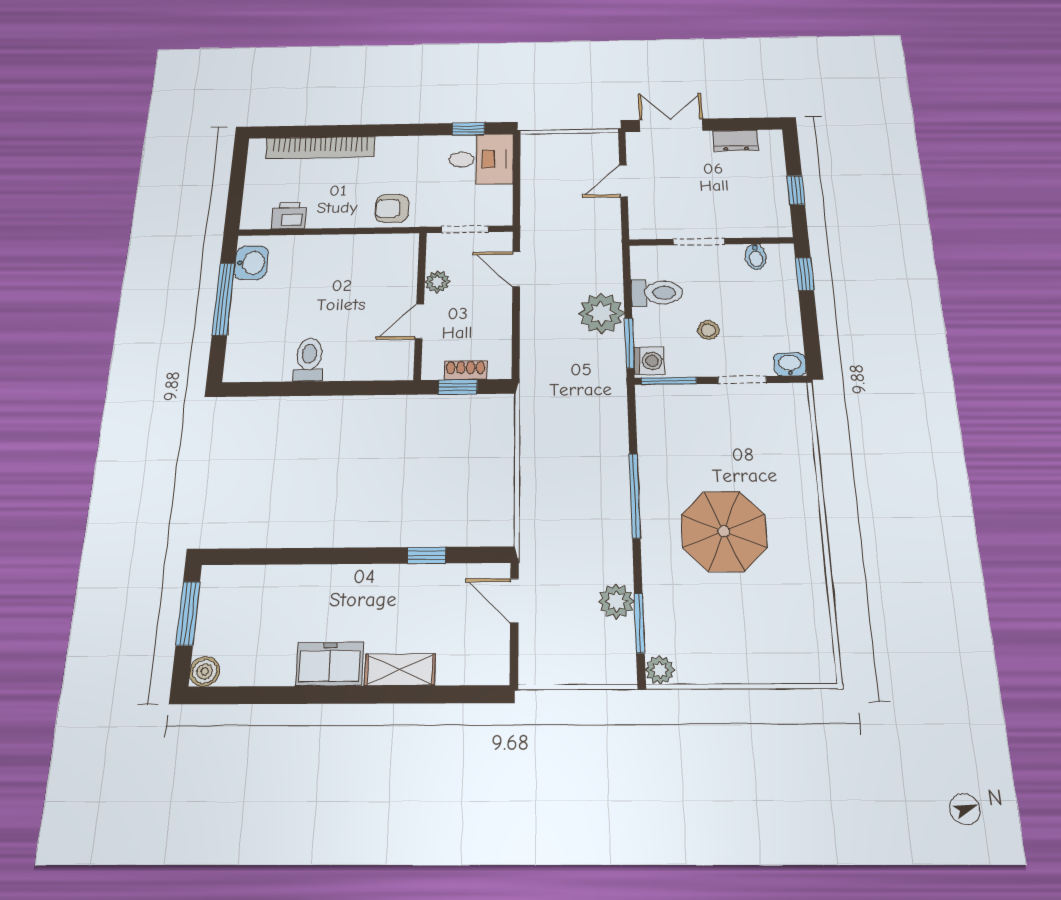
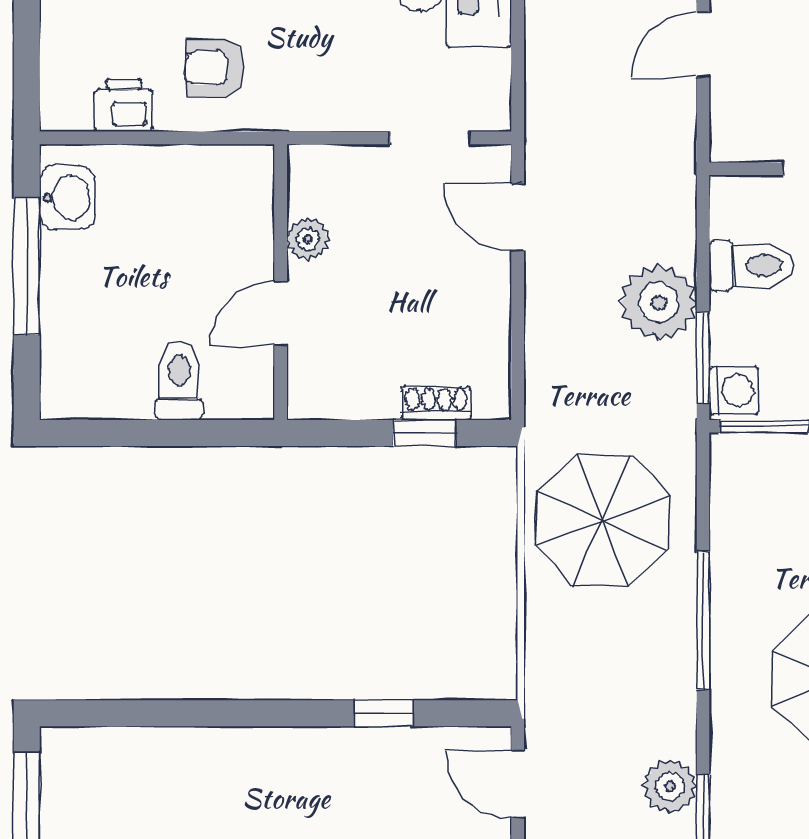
armchair: (392, 208) -> (215, 68), moved
plant: (437, 282) -> (308, 239), moved
wall: (420, 305) -> (281, 282), moved
door: (419, 321) -> (281, 313), moved
parasol: (569, 436) -> (603, 521), added

